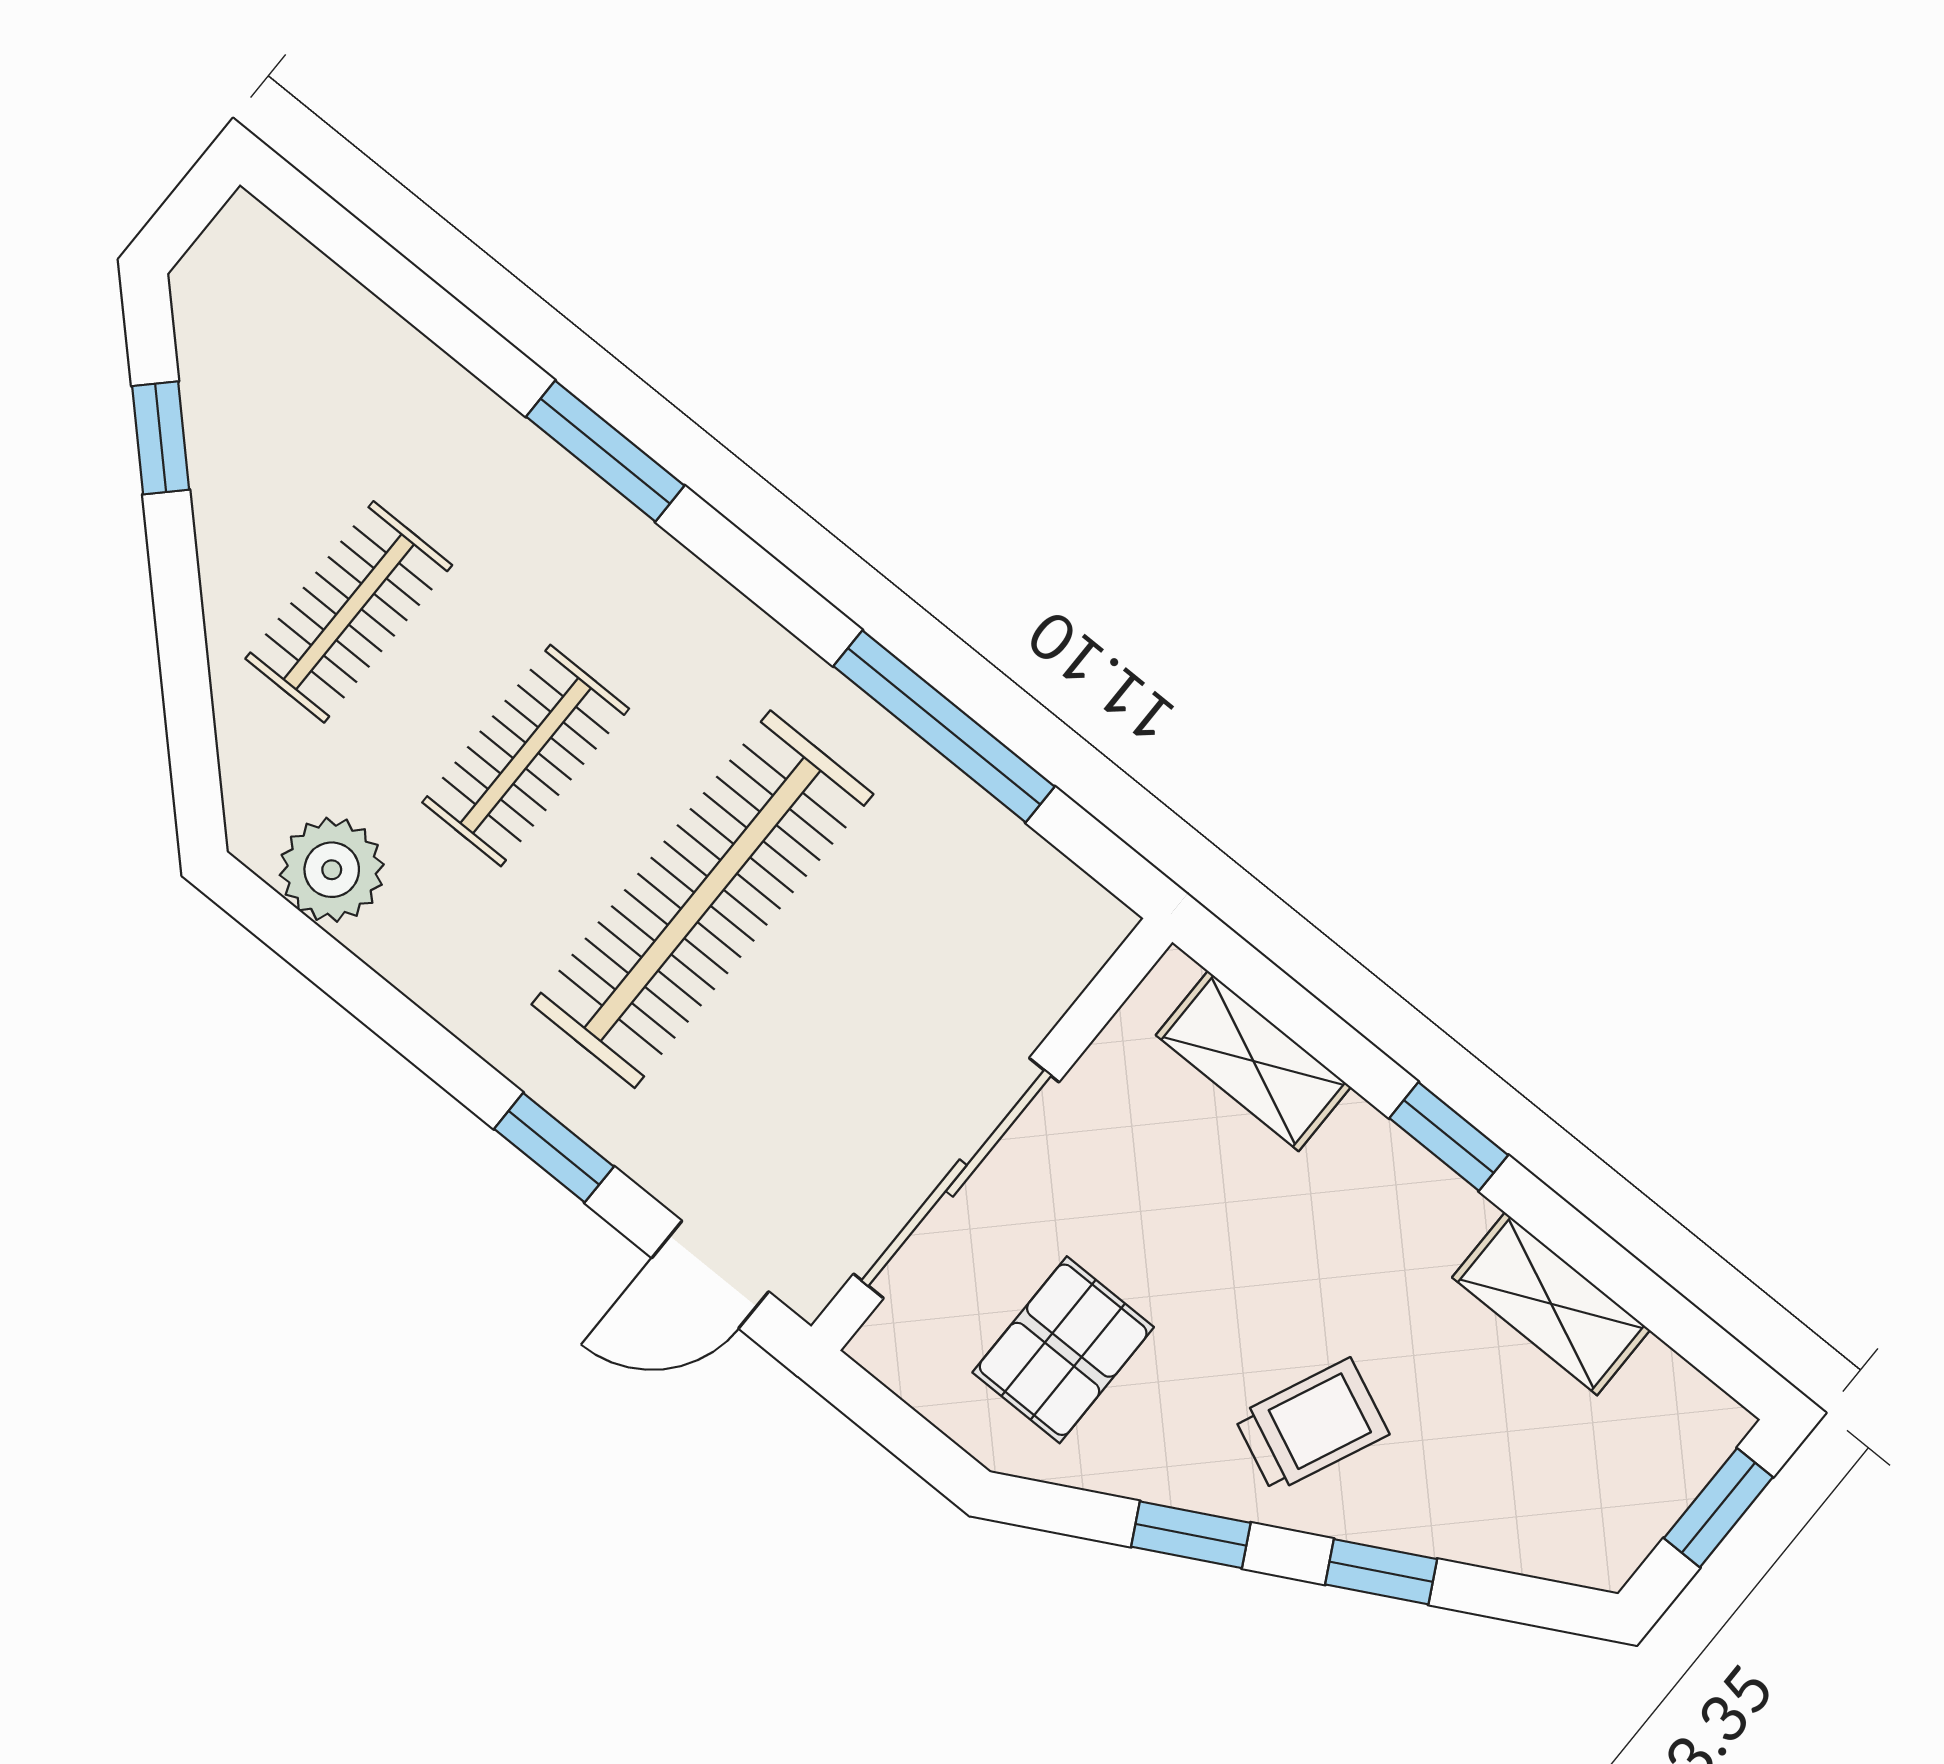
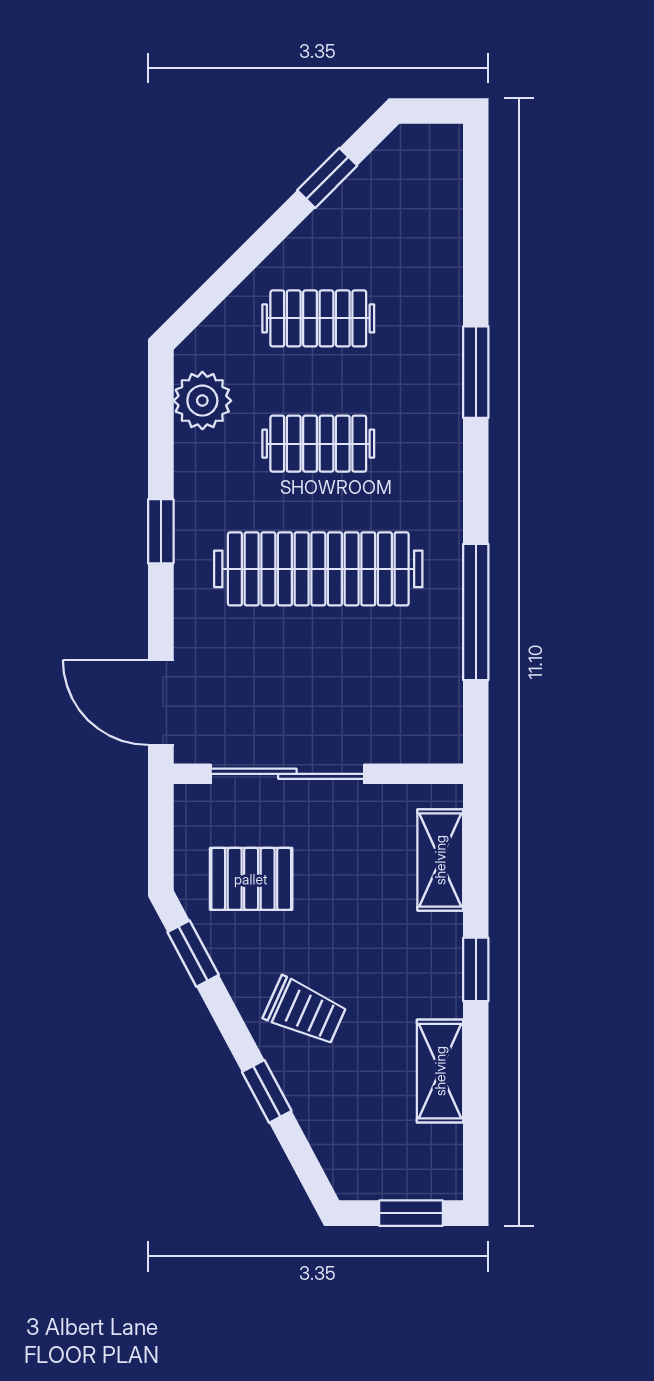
window: (554, 1148) -> (161, 531), moved
door: (710, 1275) -> (161, 702), width x1.38
window: (1191, 1535) -> (193, 954), moved

